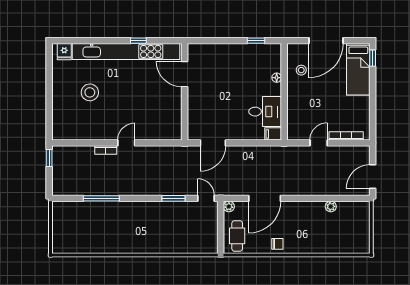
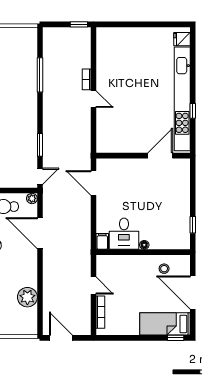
floor lamp: (277, 78) -> (144, 245), moved
stool: (90, 92) -> (143, 64), removed
plant: (331, 206) -> (27, 297), width x1.87, depth x1.87

